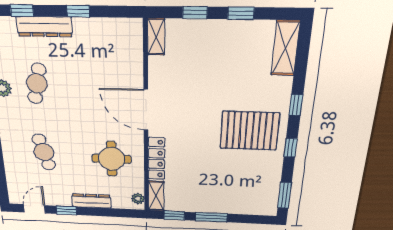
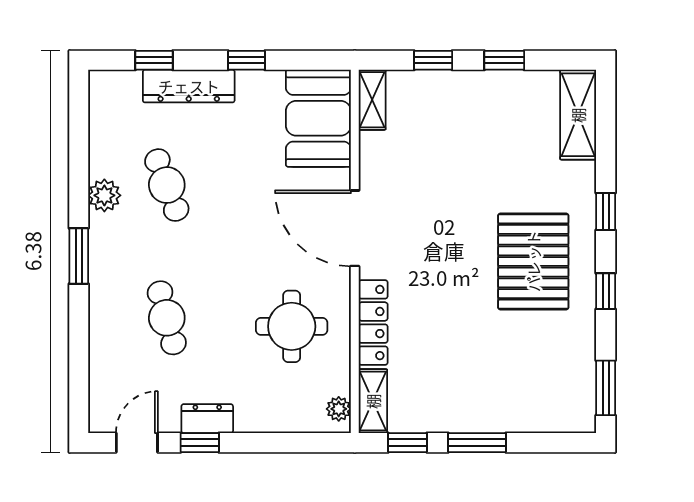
booth: (123, 47) -> (318, 118), added
cafe table: (37, 83) -> (167, 185), turned -33
pallet: (249, 131) -> (533, 261), turned 90
dresser: (91, 201) -> (207, 419), moved, width x0.70

